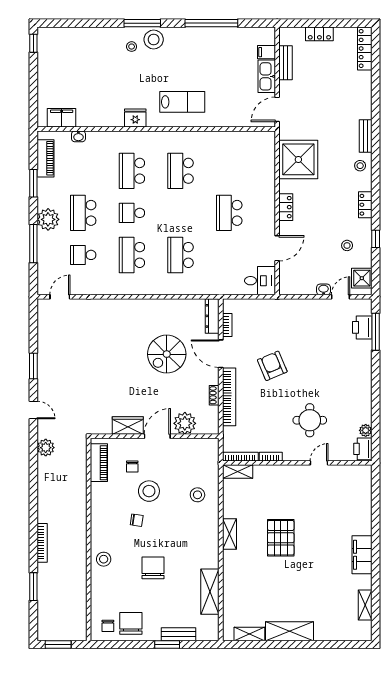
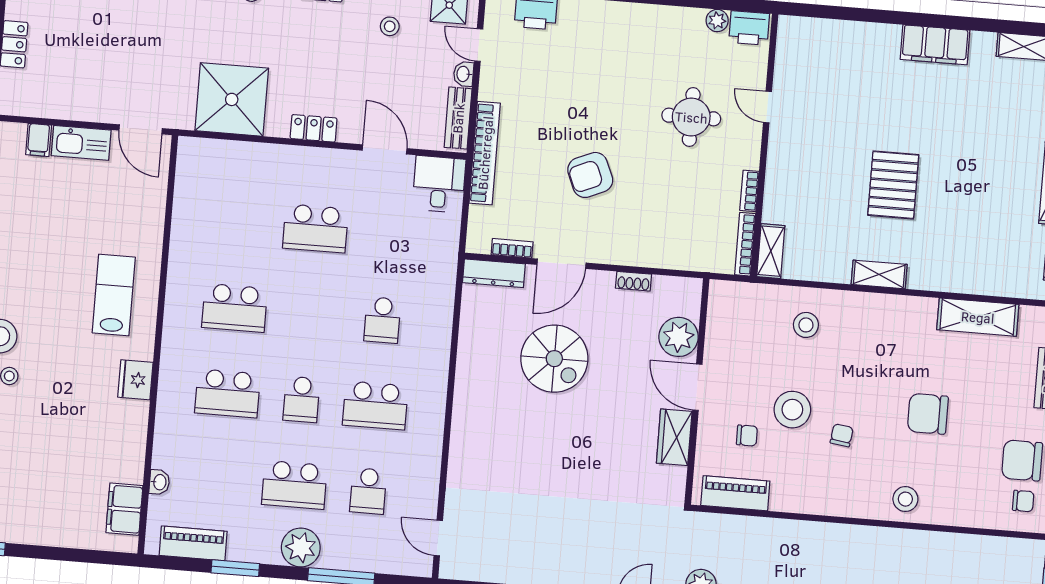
bench: (286, 63) -> (458, 118), moved, turned 90
school desk: (181, 255) -> (382, 320), width x0.54
bookcase: (229, 397) -> (485, 153), moved, turned 90
pallet: (281, 538) -> (893, 185), turned 90

